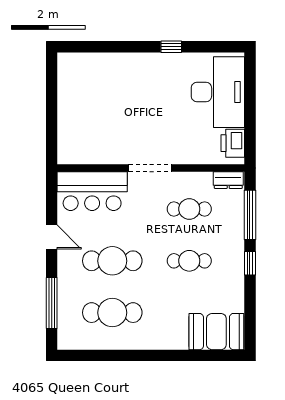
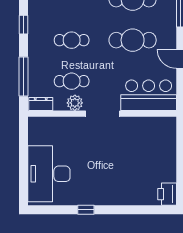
printer: (233, 143) -> (167, 194), moved, turned 180
plant: (185, 182) -> (75, 103), added
window: (250, 263) -> (24, 25), moved

